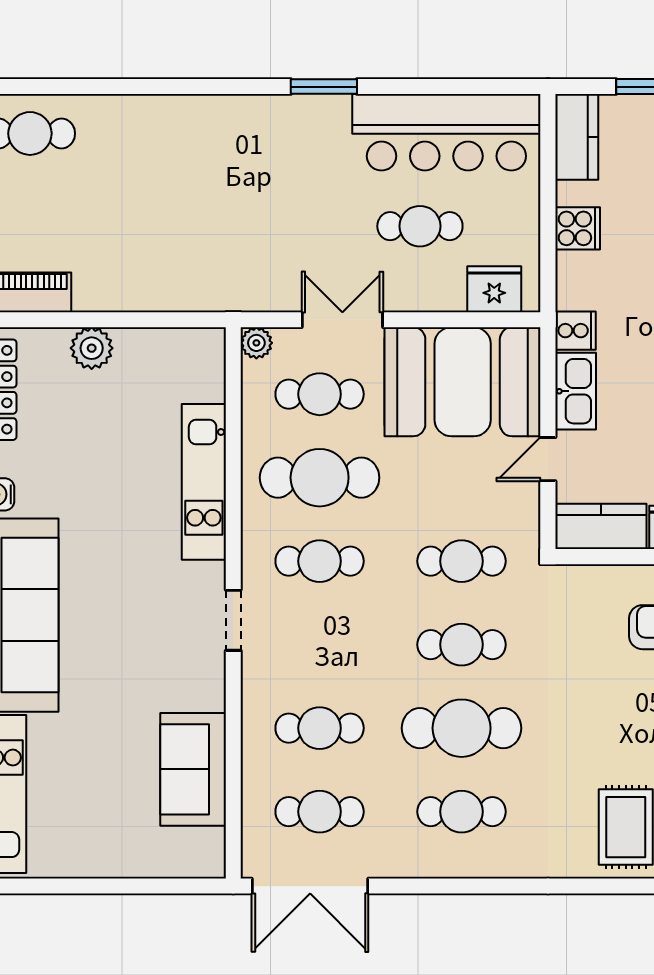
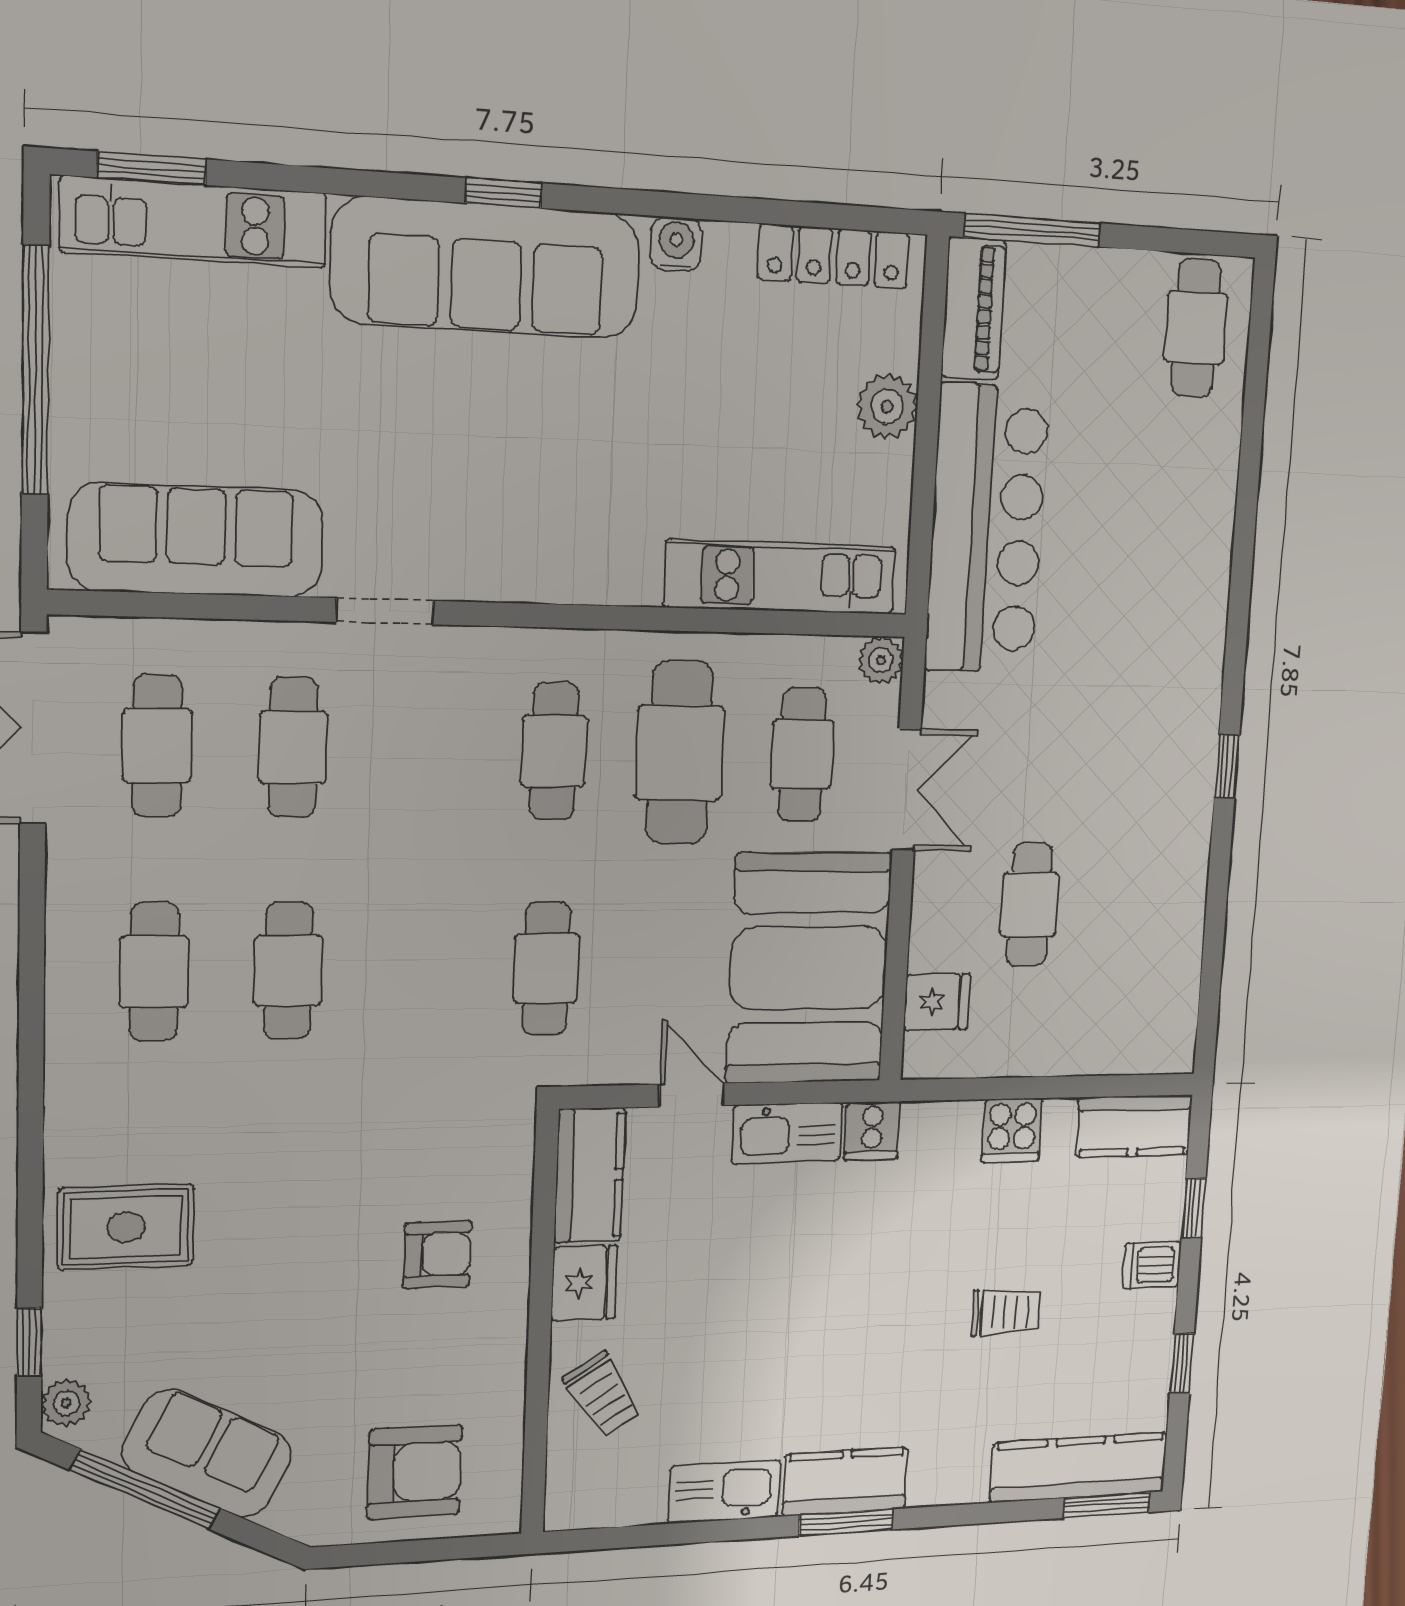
window: (324, 87) -> (1227, 767), width x0.67
bar counter: (446, 132) -> (987, 529), moved, turned 180
fridge: (494, 289) -> (937, 1002), width x0.72
kitchen unit: (204, 482) -> (780, 577), moved
doorway: (233, 620) -> (385, 611), moved
cafe table: (462, 645) -> (419, 970), removed
cafe table: (462, 728) -> (288, 971), width x0.73, depth x0.74
sofa: (193, 769) -> (196, 540), width x1.36
window: (96, 886) -> (35, 370), added

